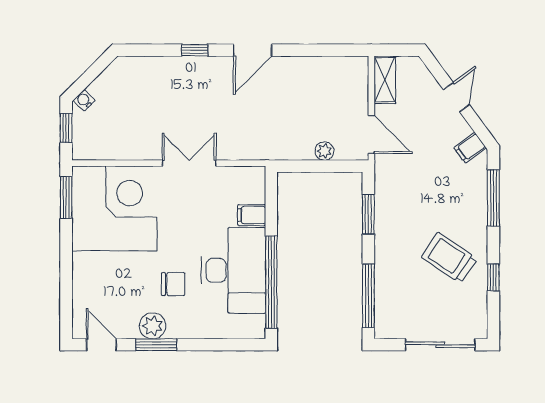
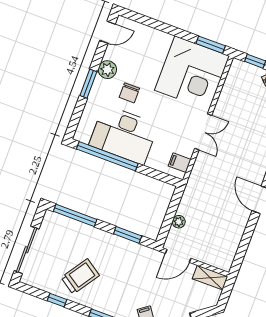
filing cabinet: (252, 215) -> (180, 163), moved, turned -90
window: (156, 345) -> (88, 84), moved

